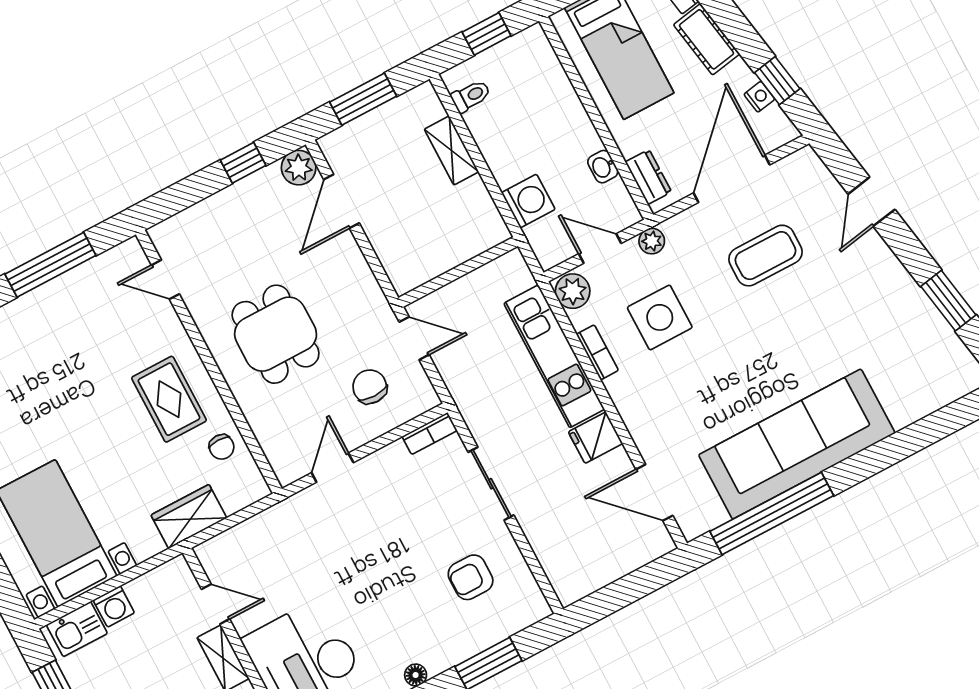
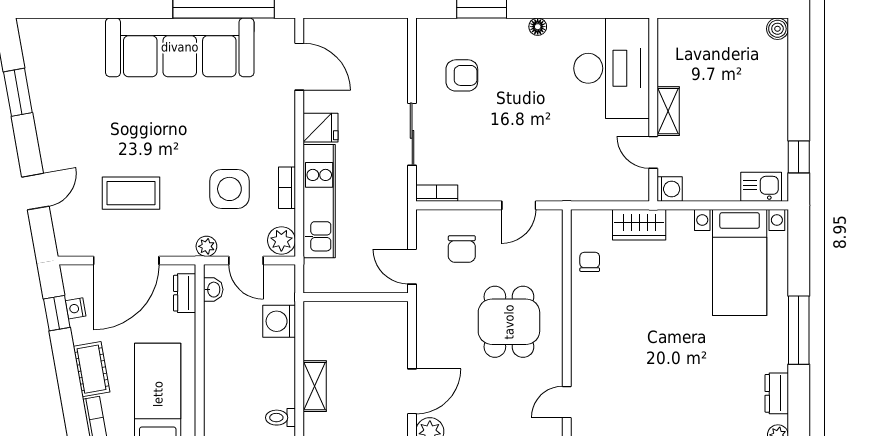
washbasin: (603, 167) -> (213, 290), moved
door: (165, 280) -> (567, 402), swing flipped
rug: (169, 399) -> (609, 316), removed
washing machine: (114, 606) -> (670, 189), moved, turned 90

